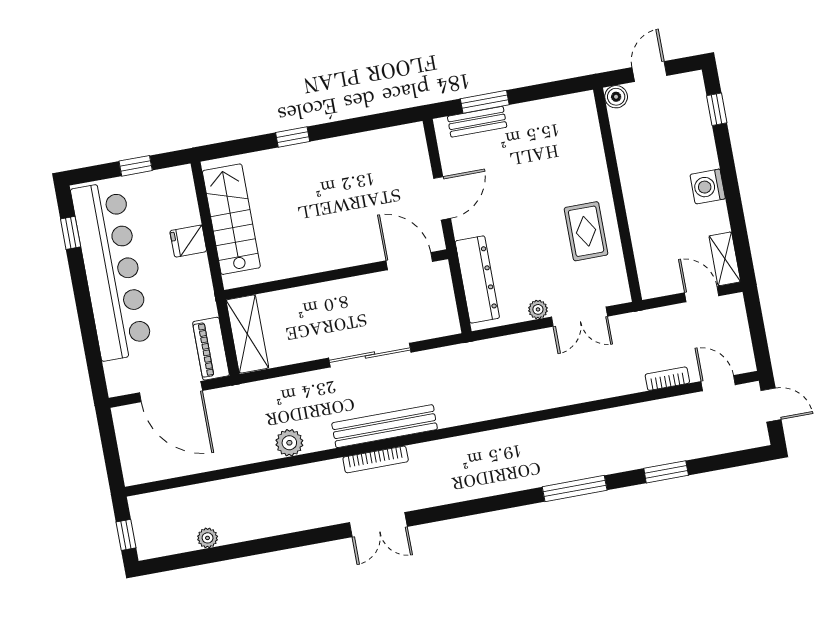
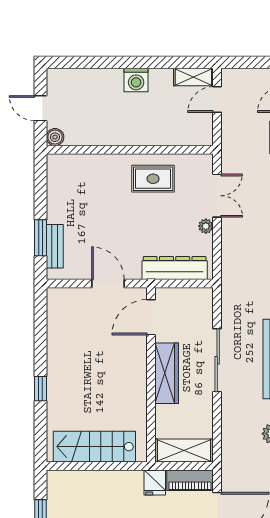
window: (717, 109) -> (79, 62), removed
fridge: (188, 241) -> (155, 482), moved
wardrobe: (342, 294) -> (167, 373), added

